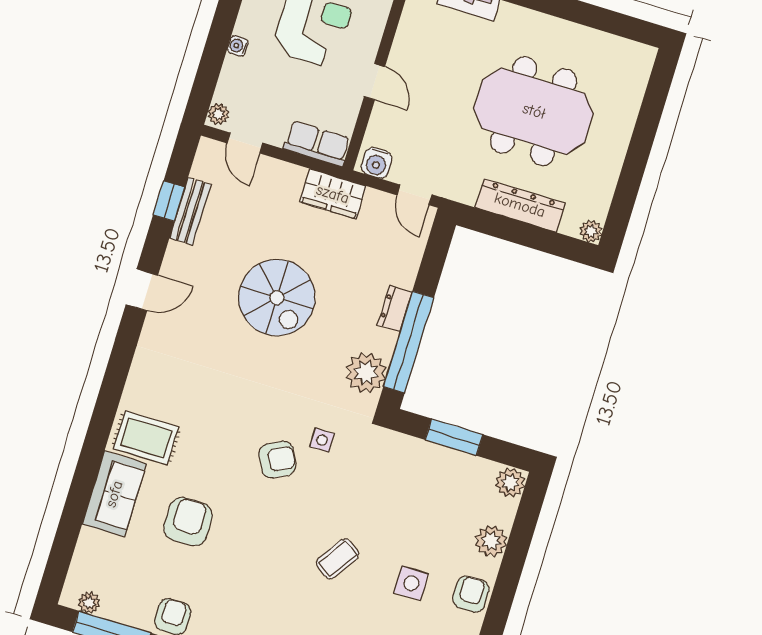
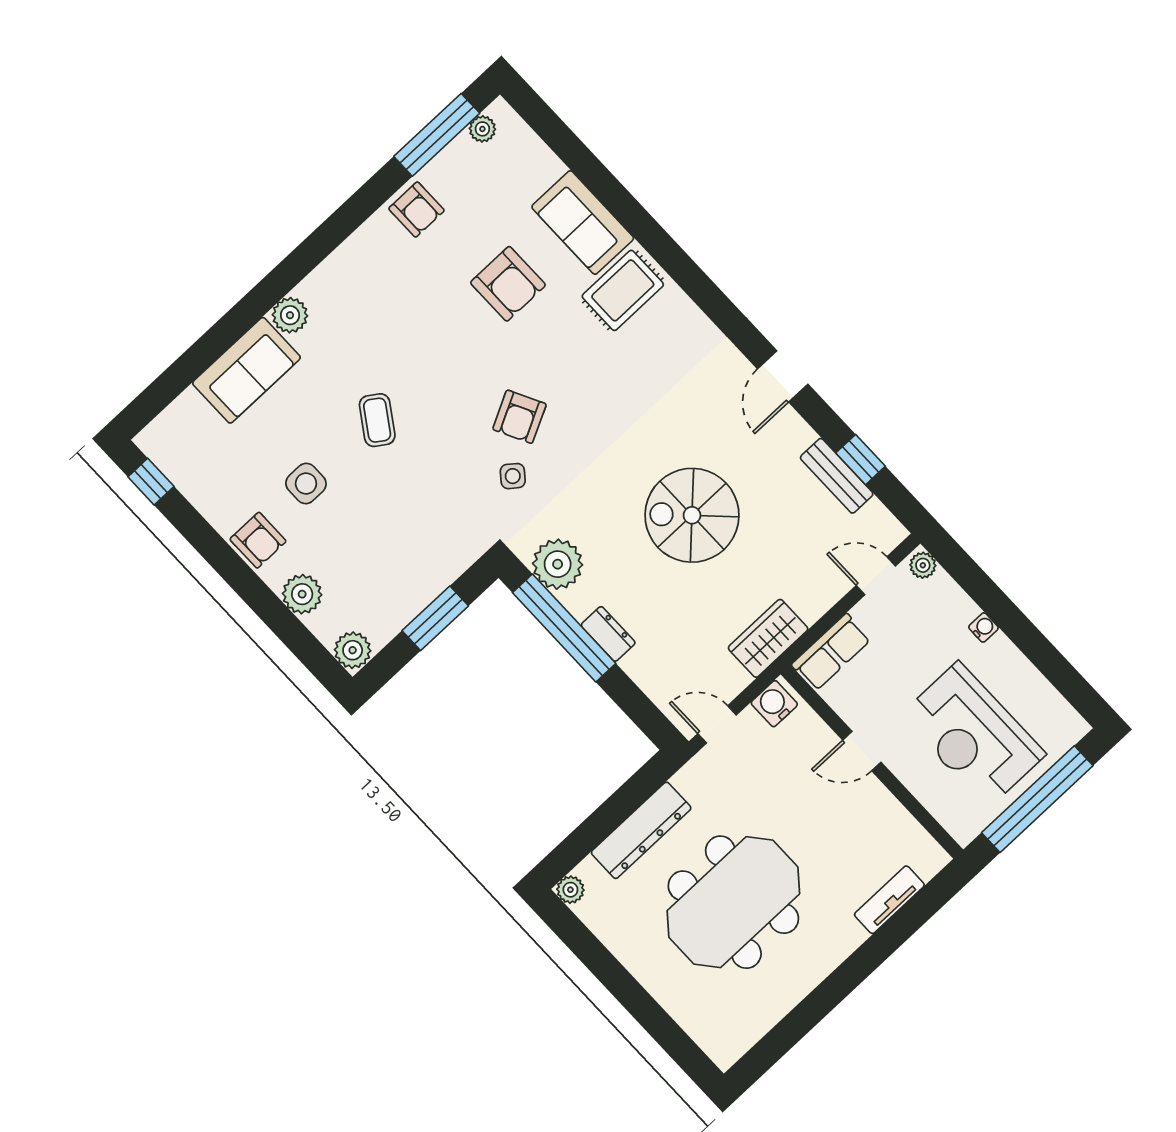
side table: (322, 440) -> (513, 476), turned 38

